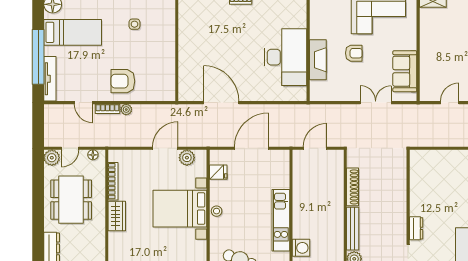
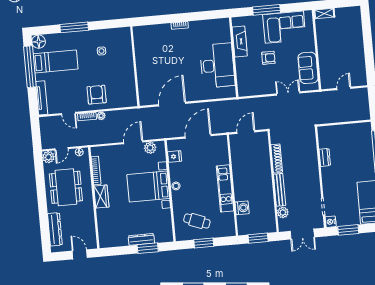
window: (38, 57) -> (30, 67), moved
fireplace: (318, 60) -> (240, 41), moved
armchair: (123, 81) -> (97, 95), turned 90
door: (221, 103) -> (172, 104), hinge flipped
dresser: (416, 228) -> (325, 157), moved

